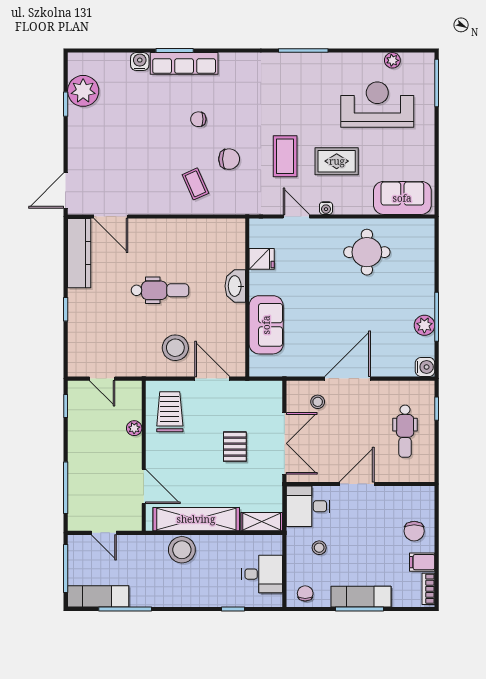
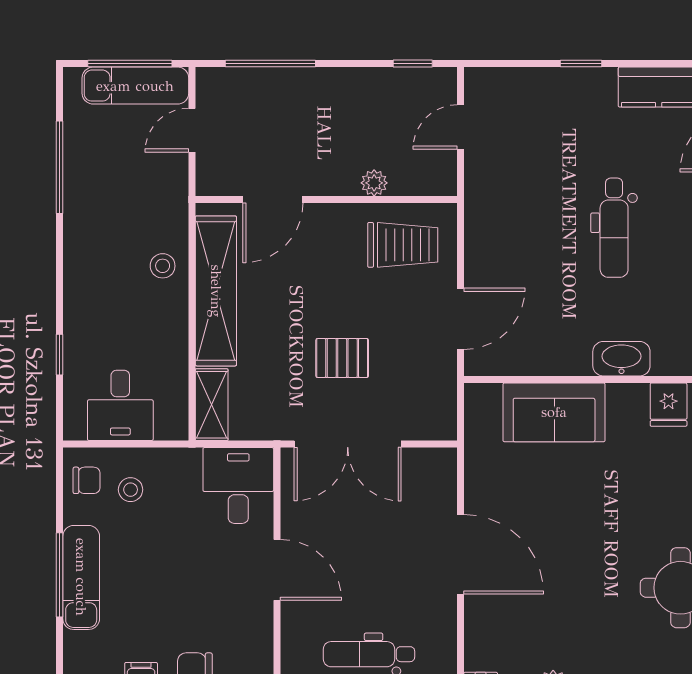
stool: (175, 348) -> (514, 254), removed
stool: (318, 402) -> (420, 502), removed
stool: (319, 548) -> (131, 490), moved
stool: (182, 550) -> (163, 266), width x0.53, depth x0.53
exam couch: (98, 596) -> (135, 86), moved, turned 90

